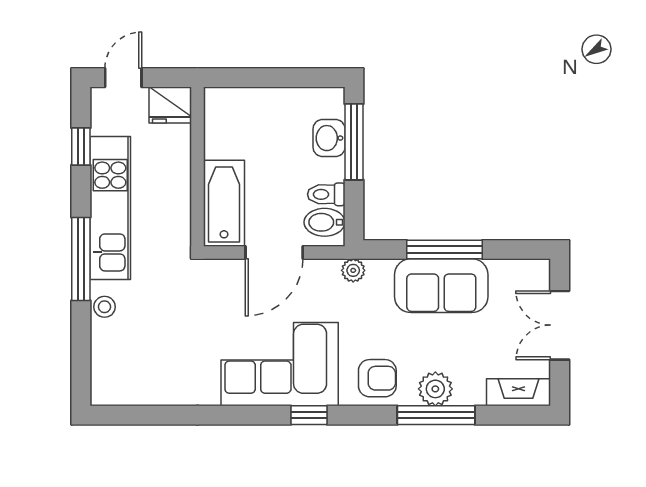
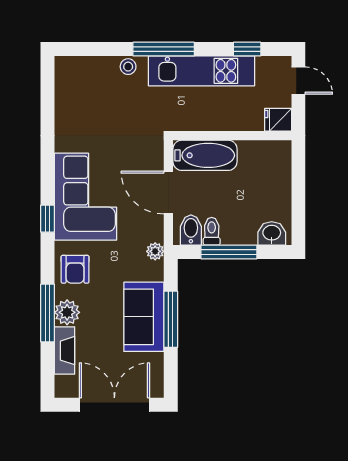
fridge: (170, 105) -> (278, 120), width x0.72
washbasin: (329, 138) -> (272, 233), moved
window: (354, 142) -> (229, 252), moved
double door: (560, 325) -> (114, 405), width x1.37
fireplace: (518, 392) -> (65, 351), moved

